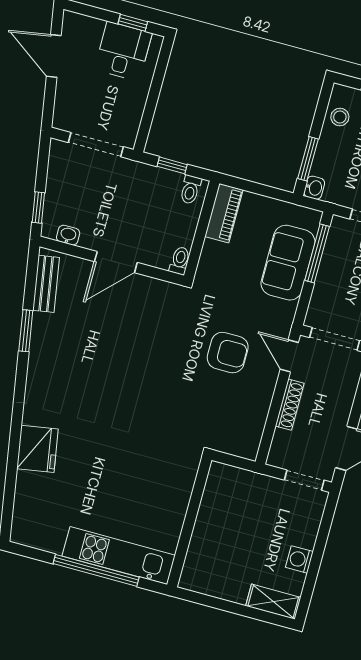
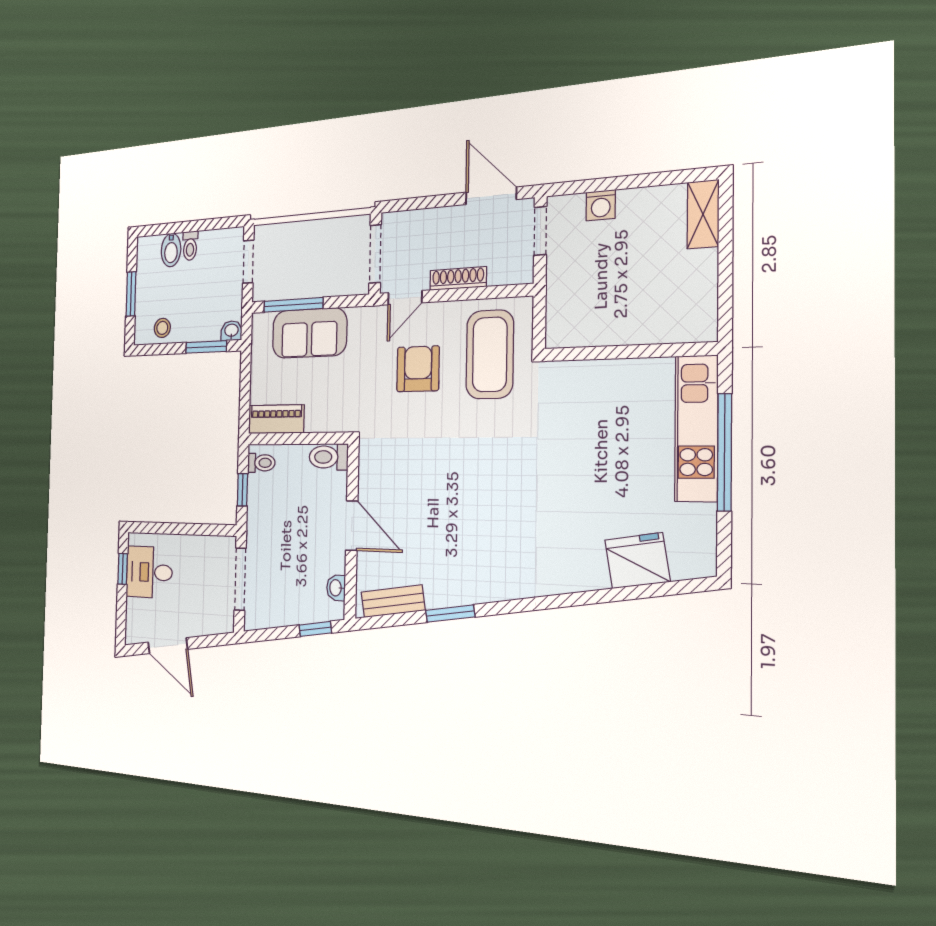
door: (54, 56) -> (168, 646), hinge flipped
toilet: (180, 261) -> (329, 457), width x1.37, depth x1.39
coffee table: (221, 415) -> (490, 354), added
fridge: (37, 449) -> (637, 561), moved
washing machine: (299, 559) -> (601, 205), moved

